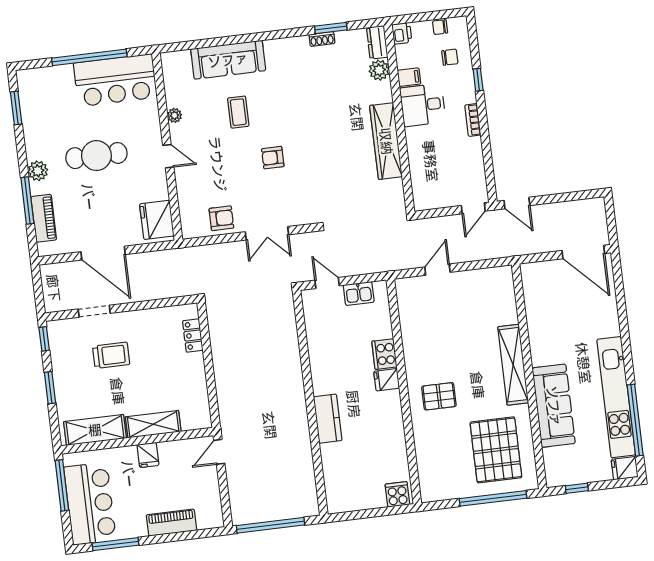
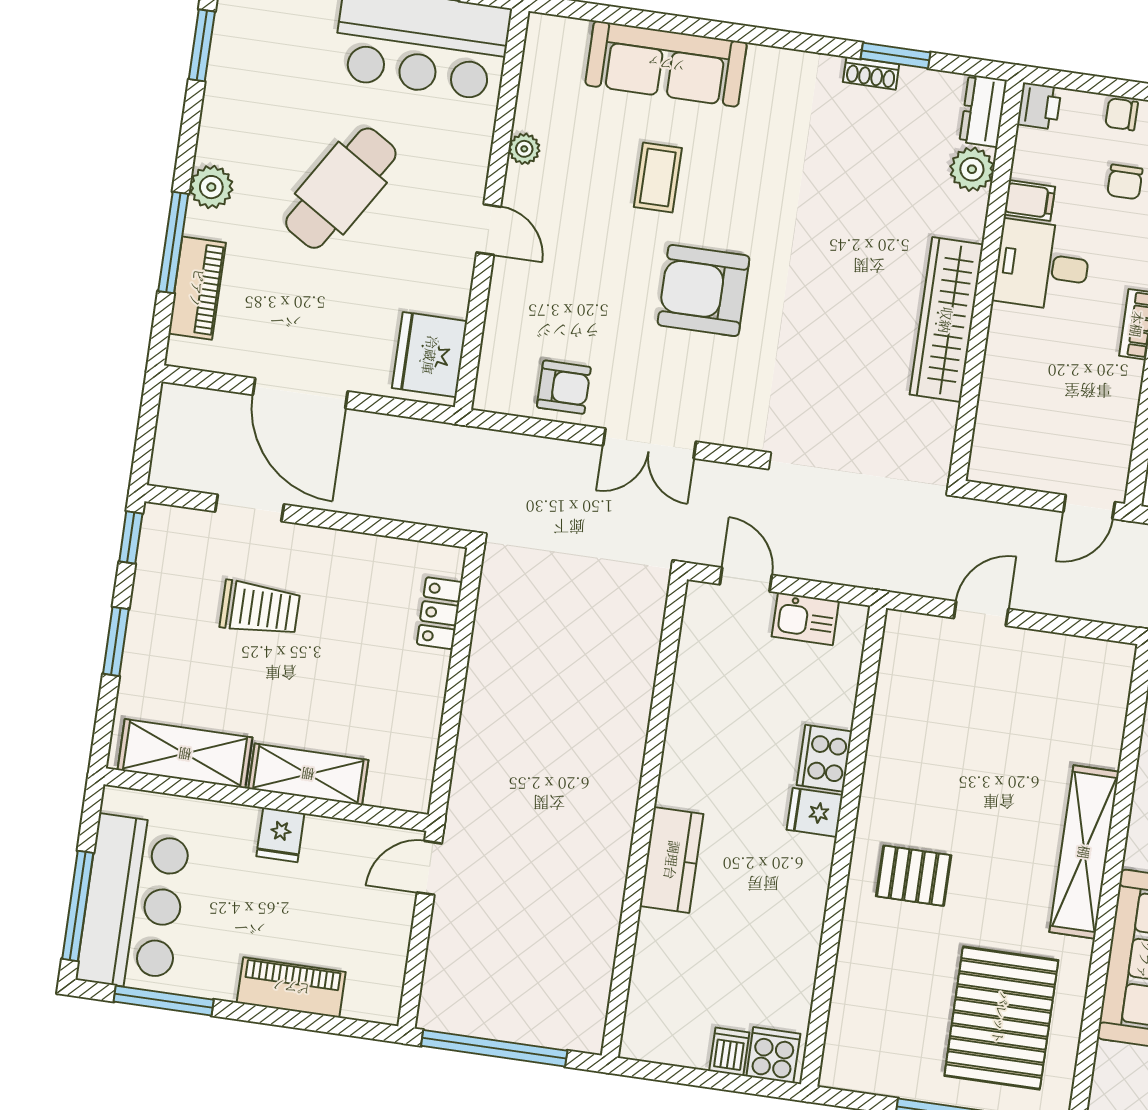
chair: (450, 57) -> (1125, 182), turned 90
cafe table: (96, 156) -> (341, 188), turned -58
armchair: (273, 158) -> (704, 290), width x1.88, depth x1.88
window: (62, 485) -> (78, 906), moved
dishwasher: (377, 498) -> (729, 1052), added

